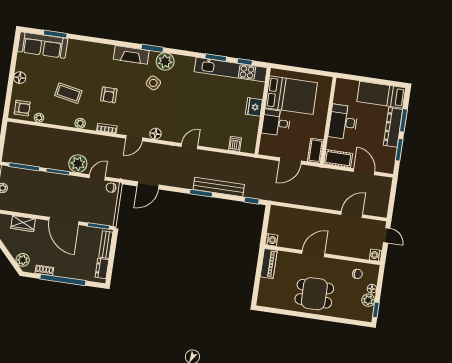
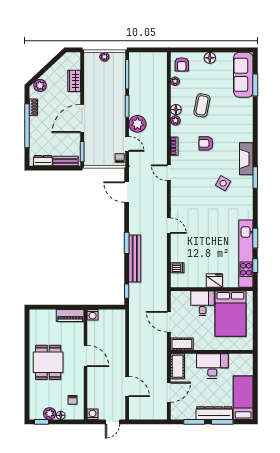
plant: (165, 62) -> (245, 191), removed
floor lamp: (156, 134) -> (176, 110), moved

